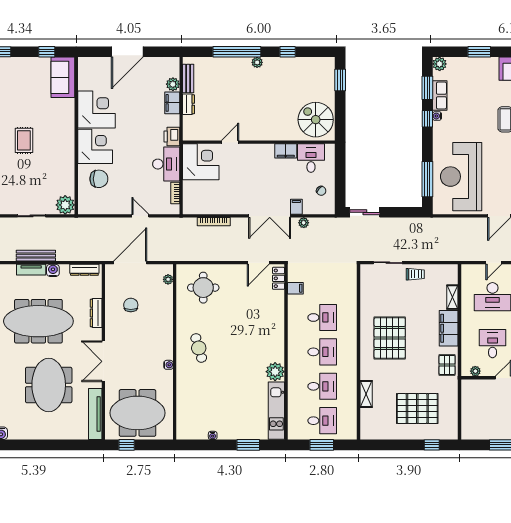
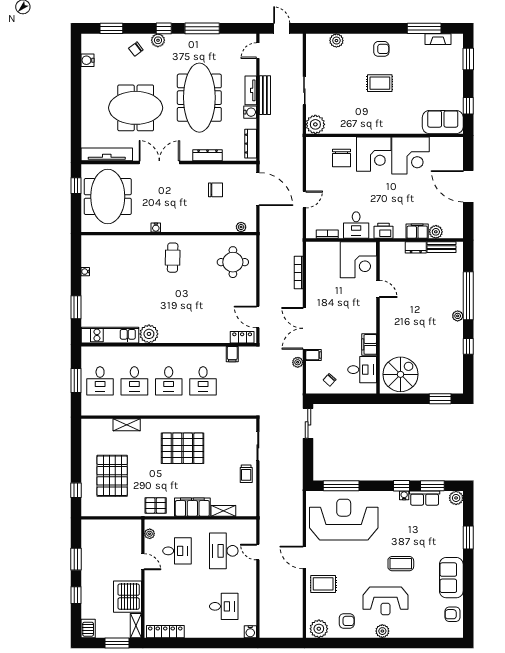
desk: (166, 164) -> (356, 225), width x0.73
cafe table: (199, 348) -> (173, 258), turned -73

